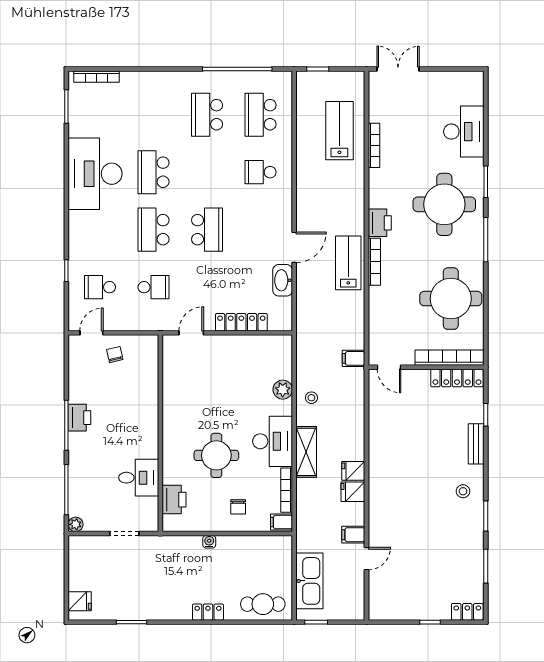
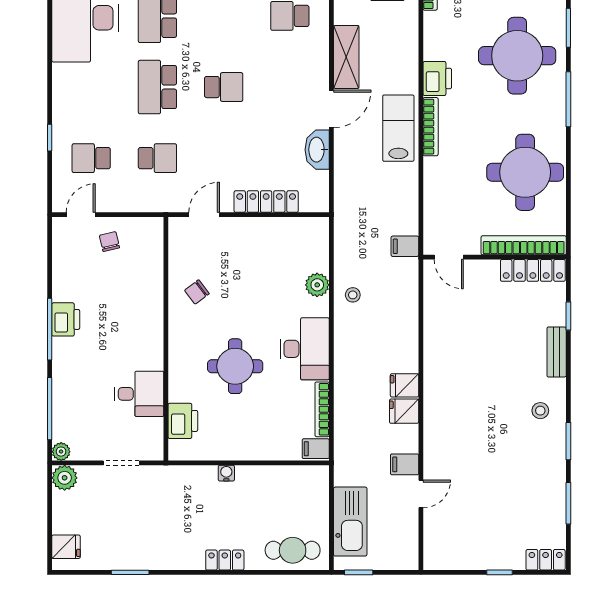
school desk: (207, 230) -> (224, 87), width x0.54
shelving: (306, 452) -> (346, 57), moved
chair: (238, 507) -> (197, 292), moved, turned 53
plant: (78, 546) -> (65, 478), added

